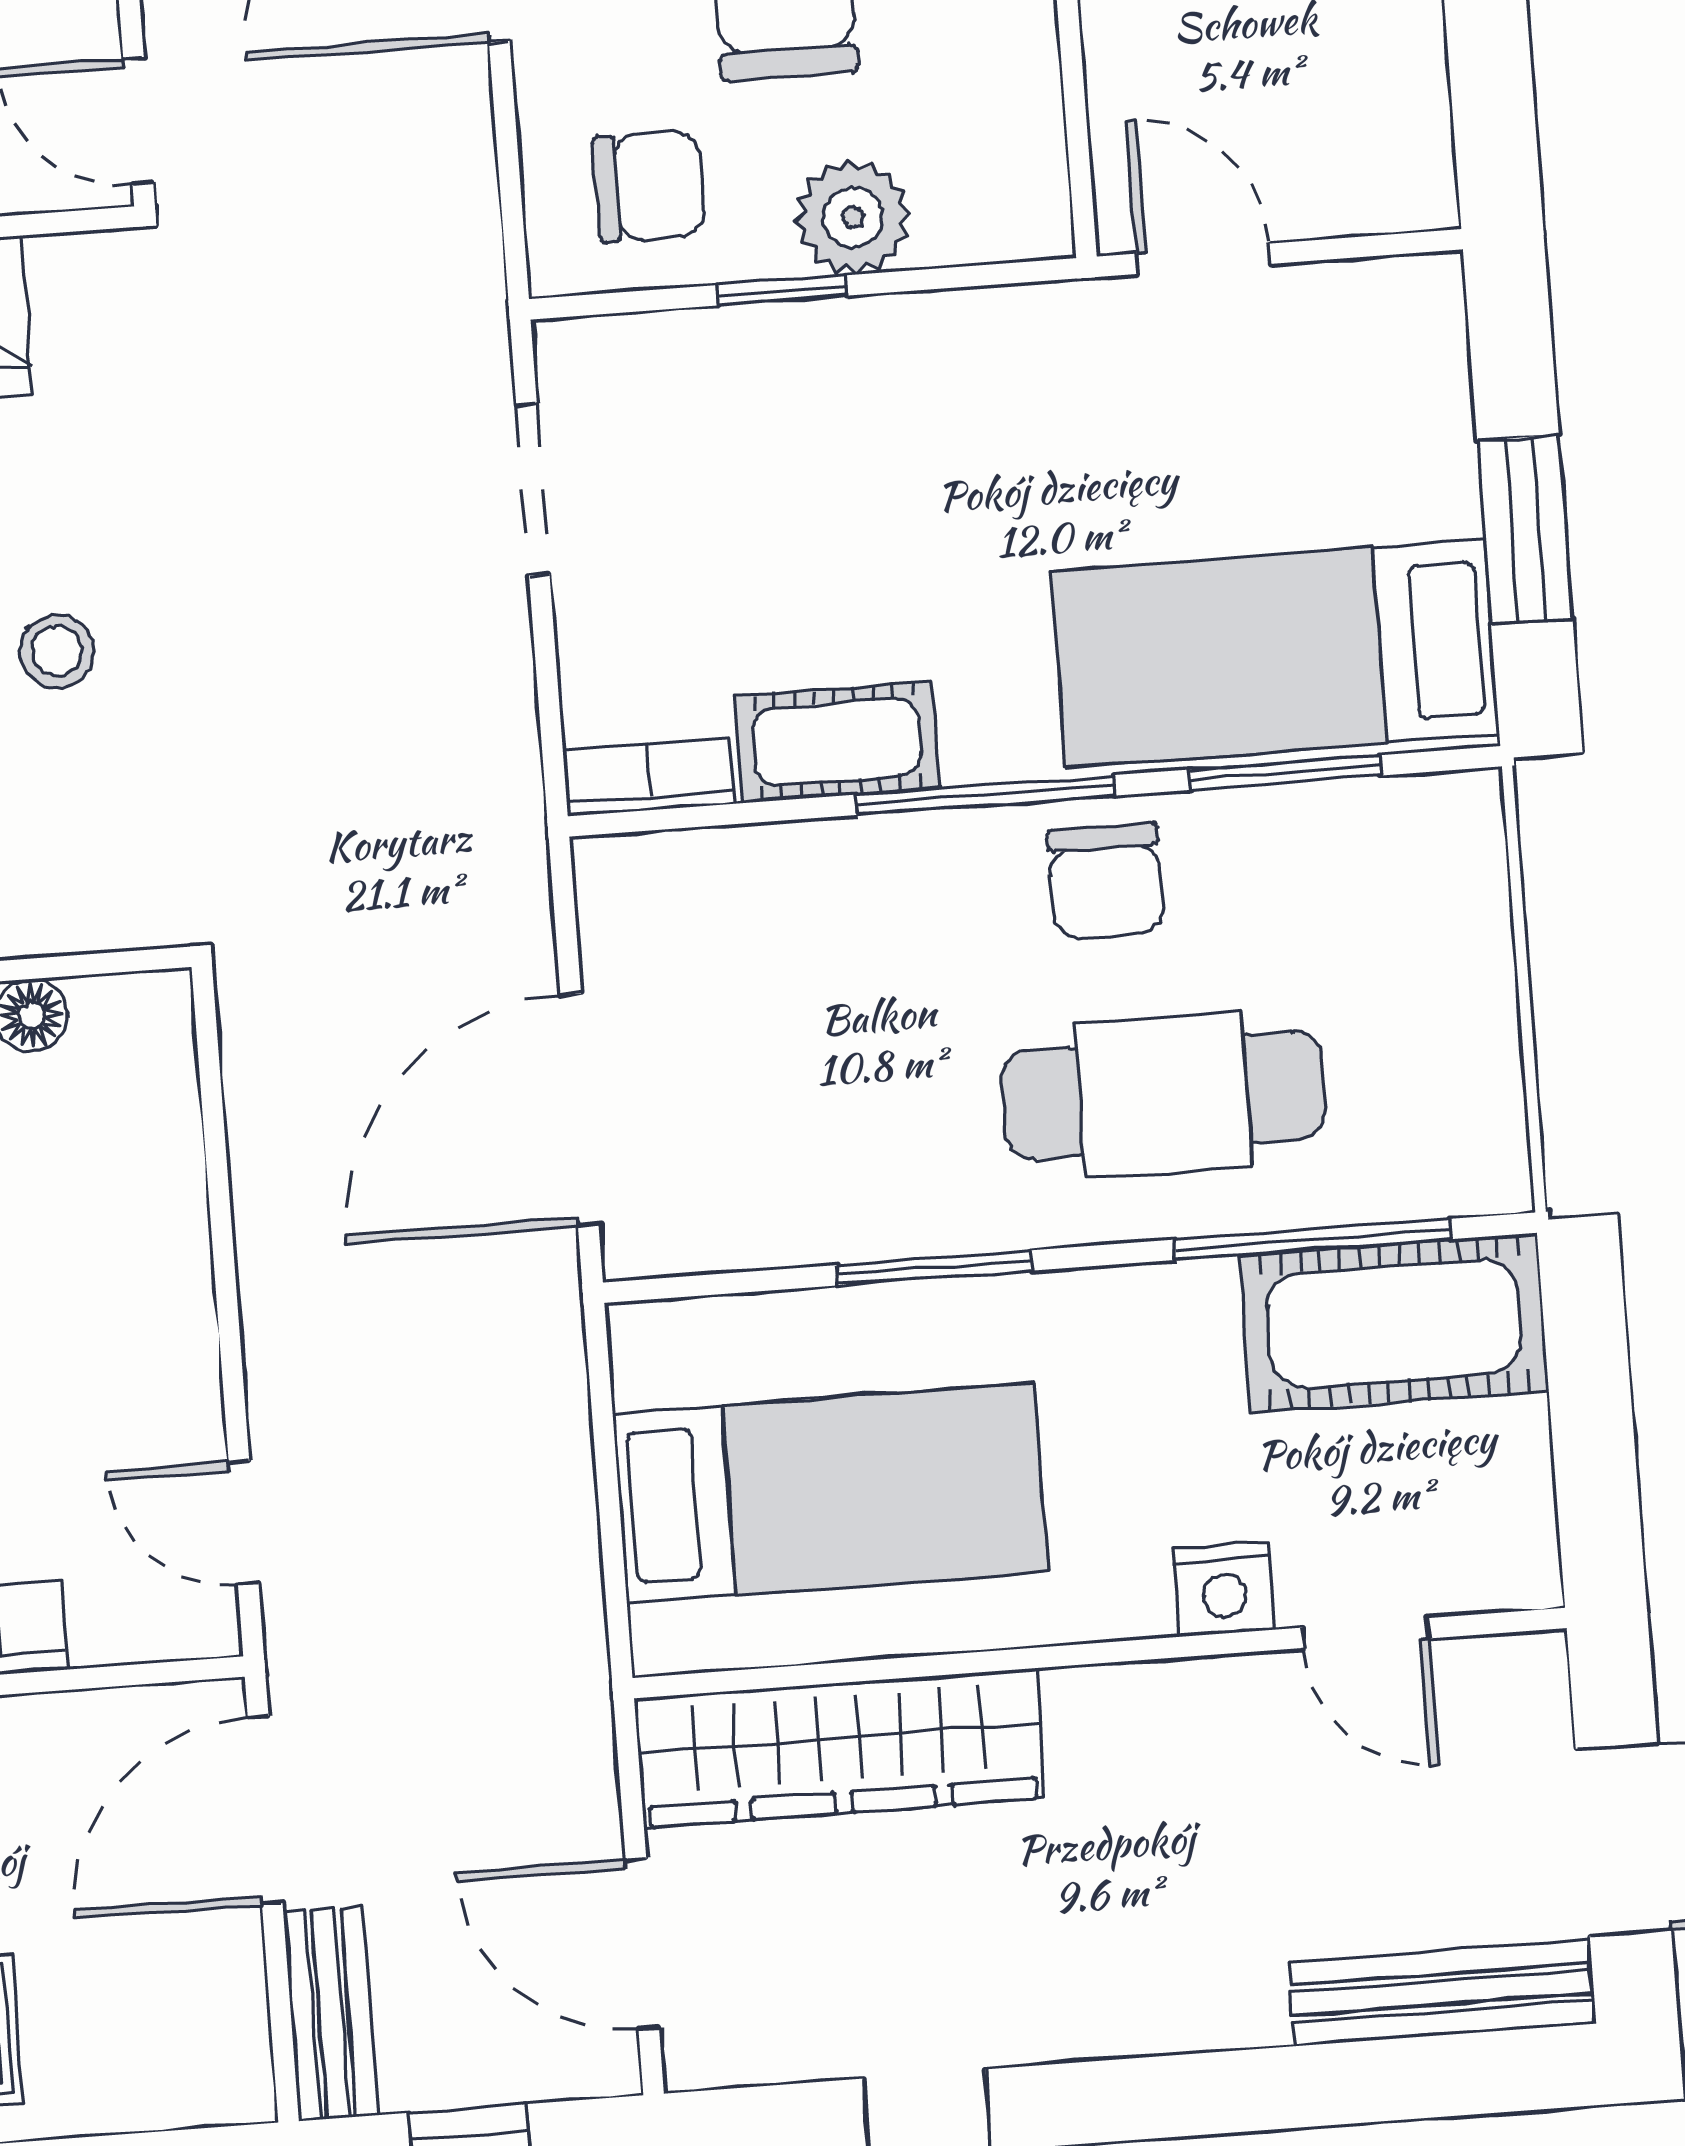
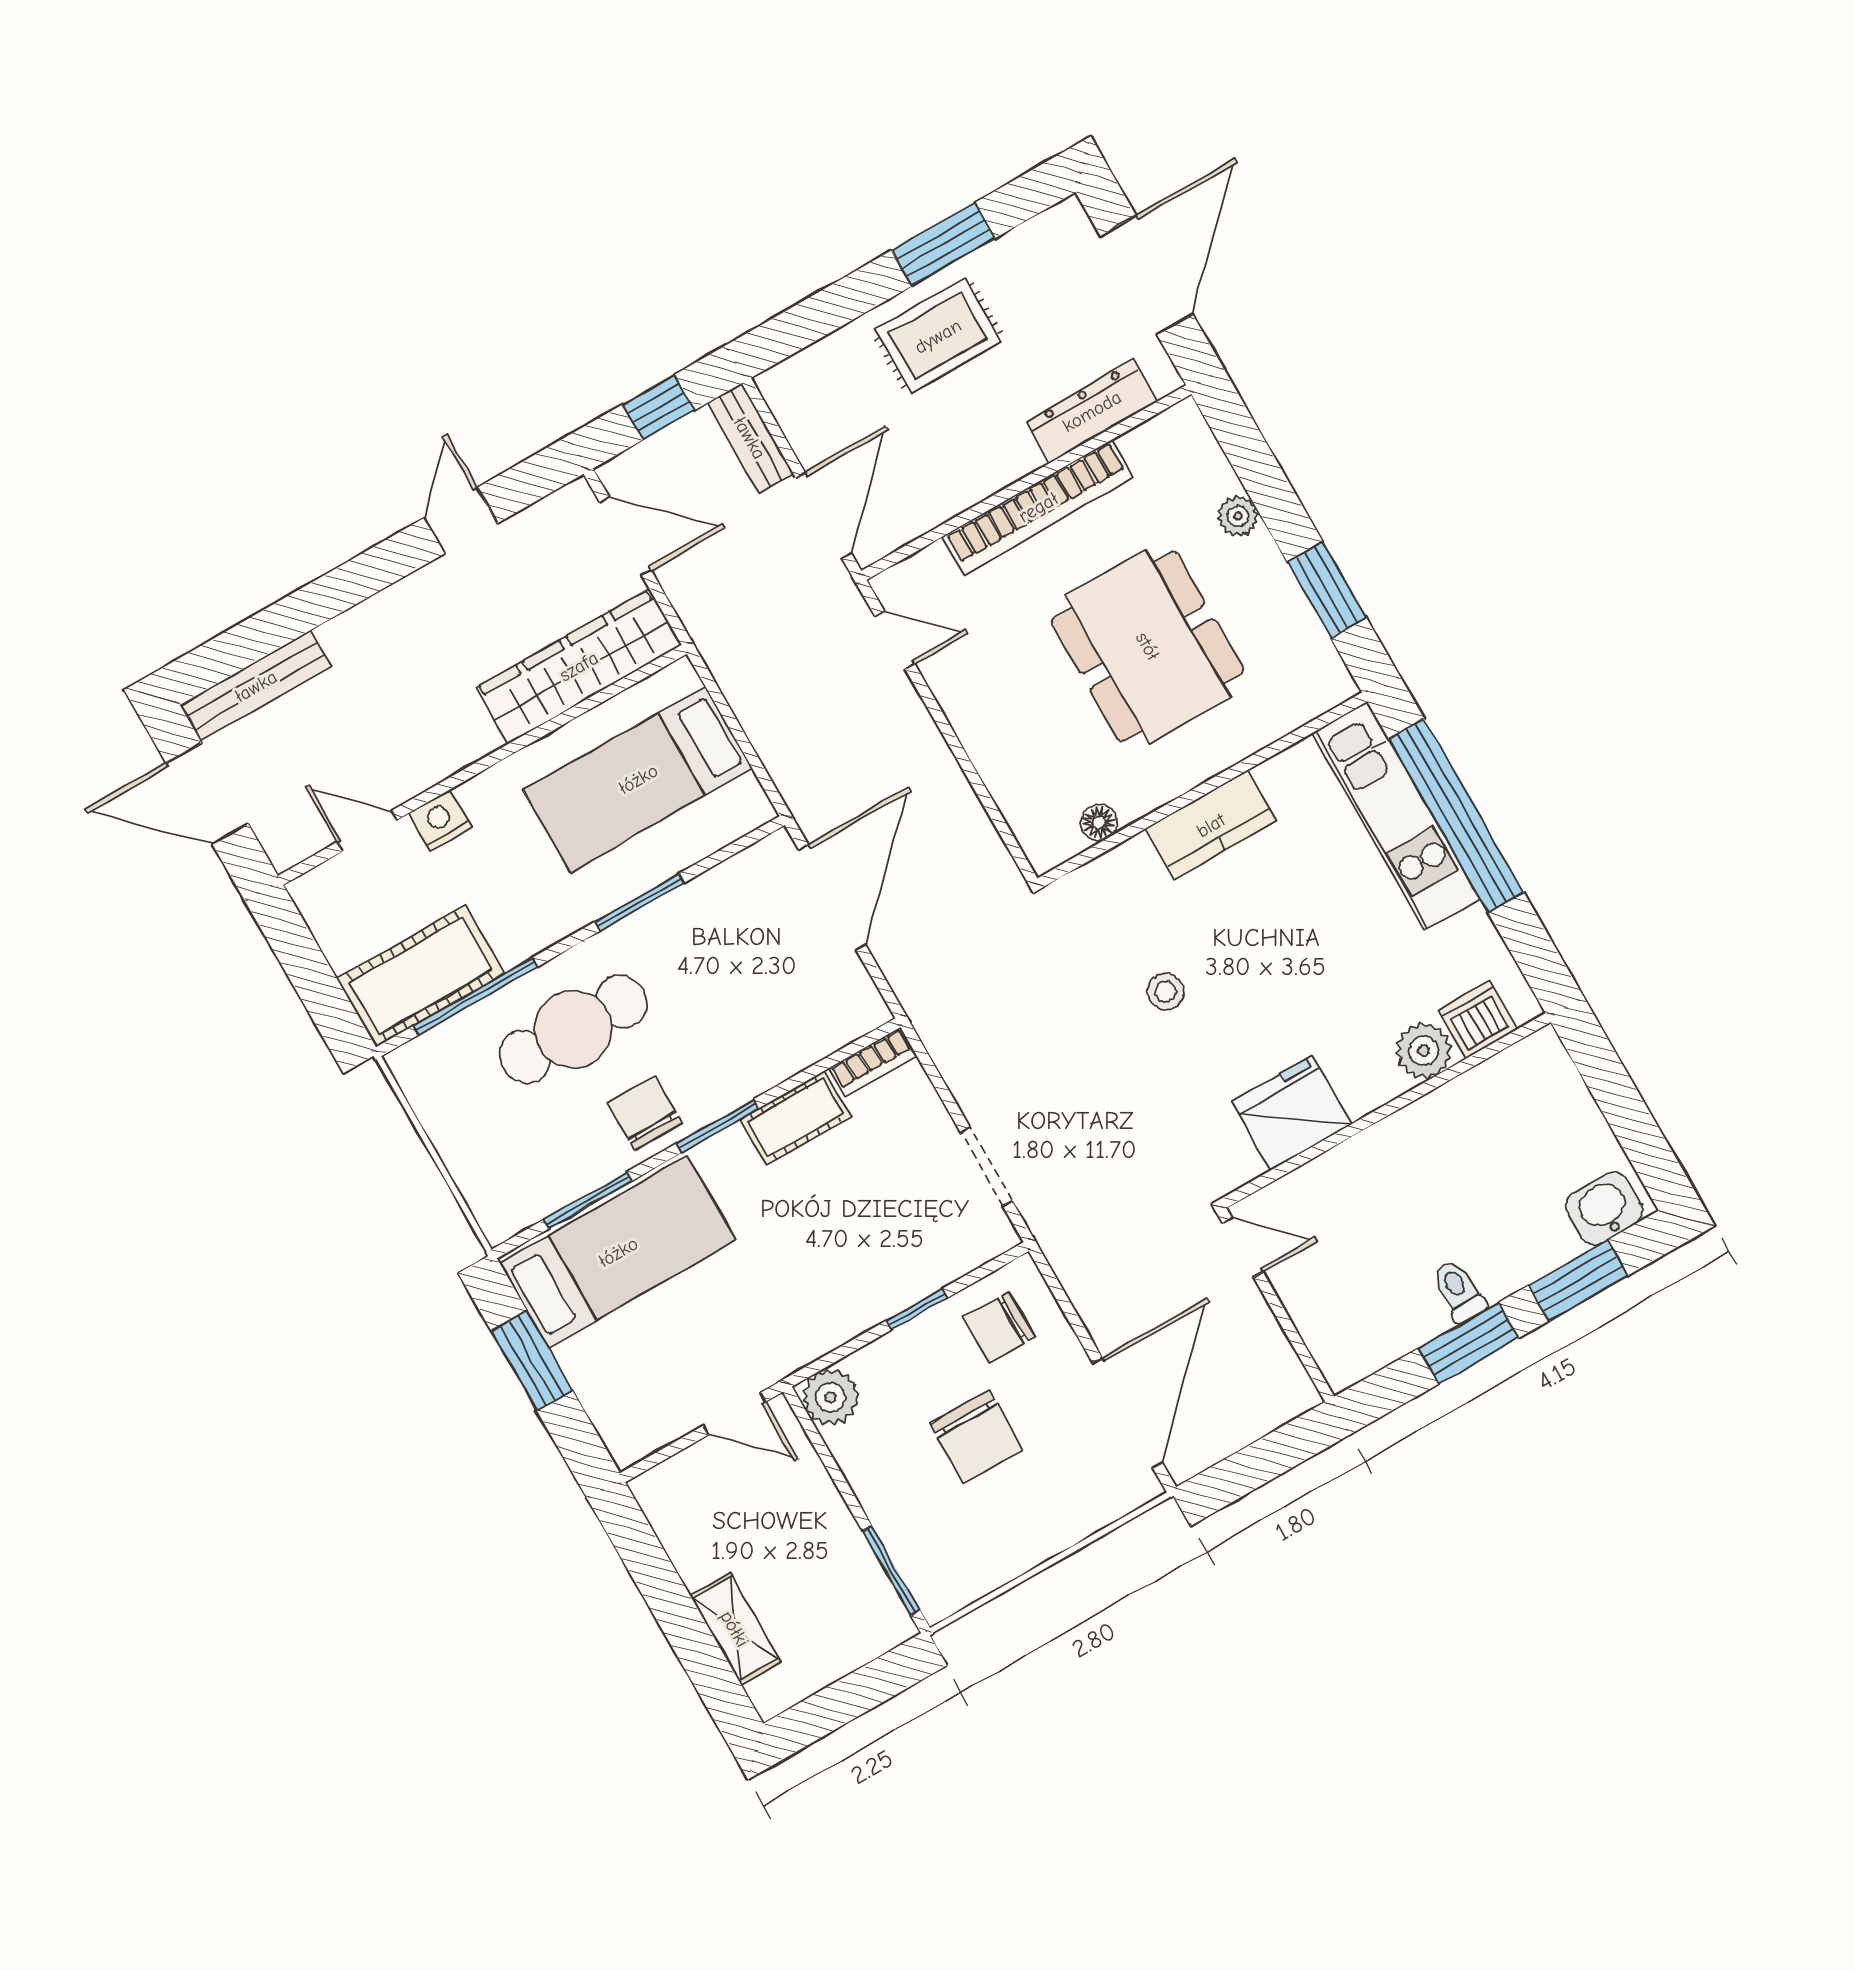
plant: (853, 217) -> (831, 1397), moved
window: (985, 795) -> (718, 1126), width x0.69

